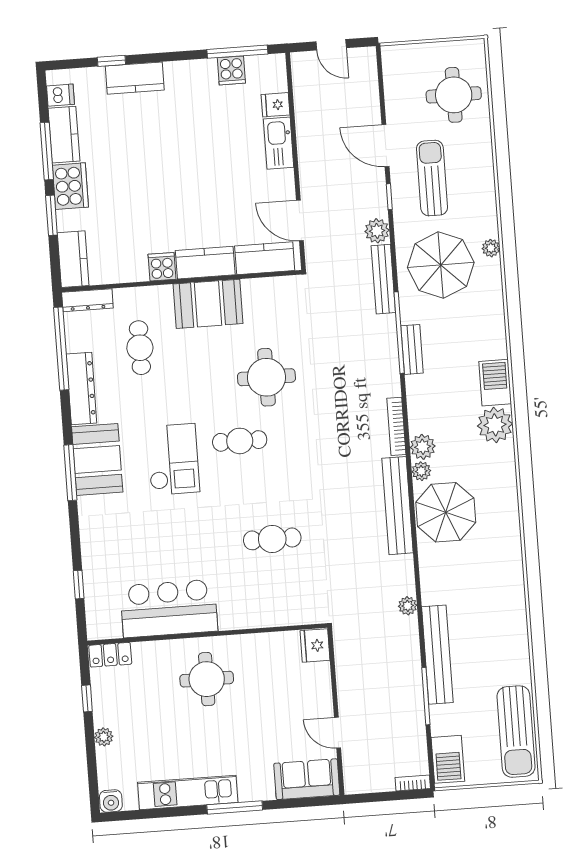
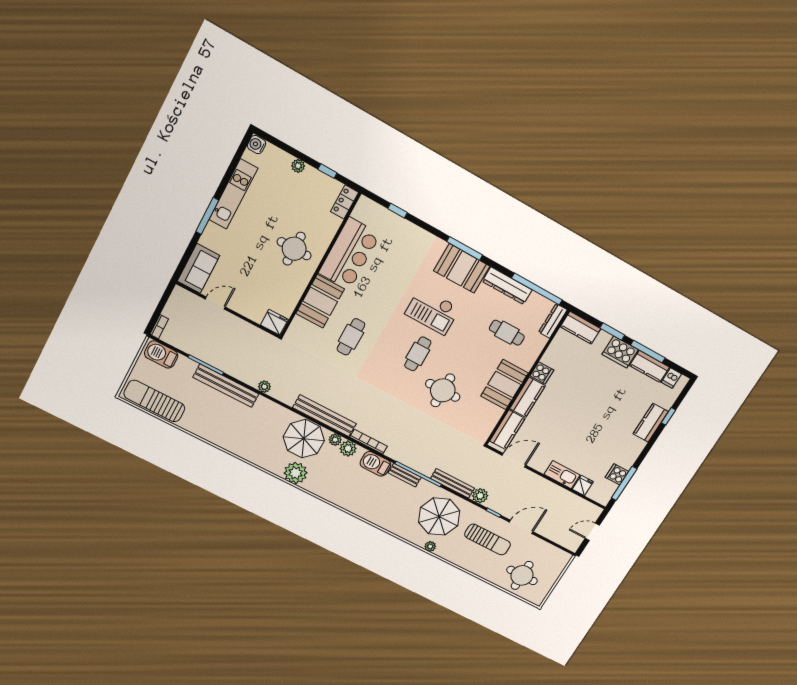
barbecue: (495, 383) -> (375, 464), moved, turned 180
plant: (495, 425) -> (296, 473), moved
booth: (252, 606) -> (320, 301), added

